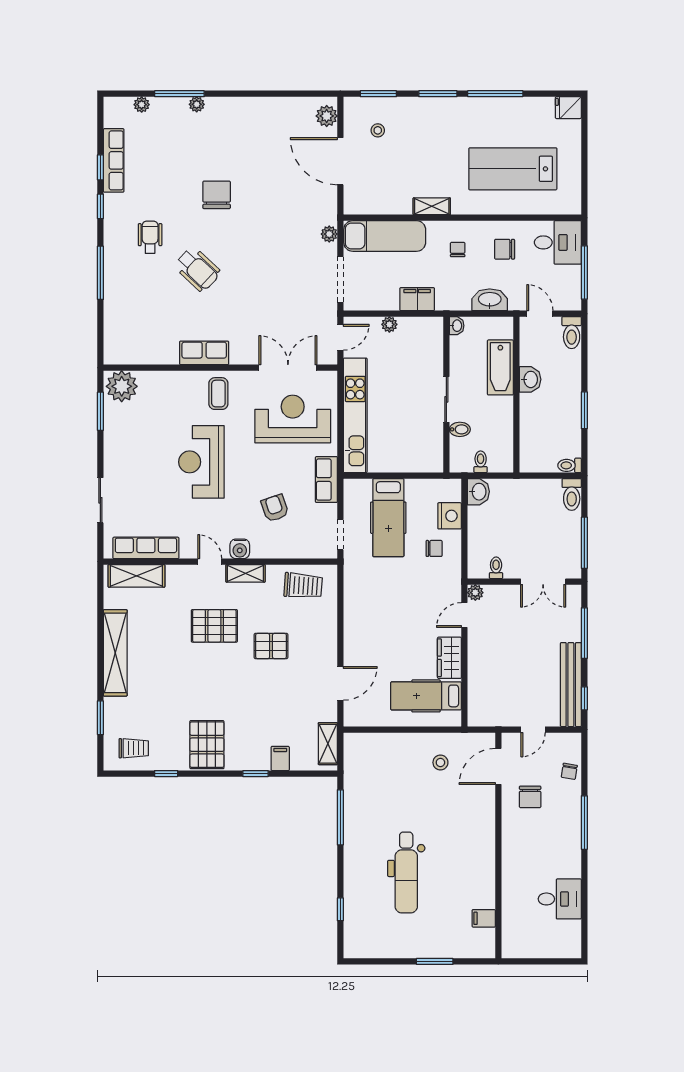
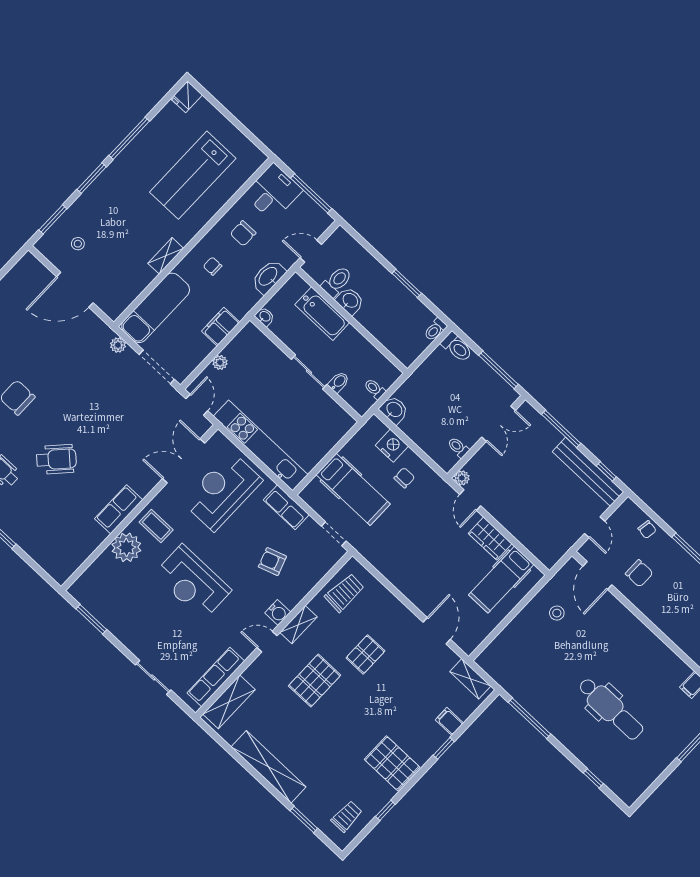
plant: (327, 116) -> (35, 270), removed
toilet: (572, 333) -> (337, 281), moved, turned -90
plant: (122, 386) -> (126, 547), moved

